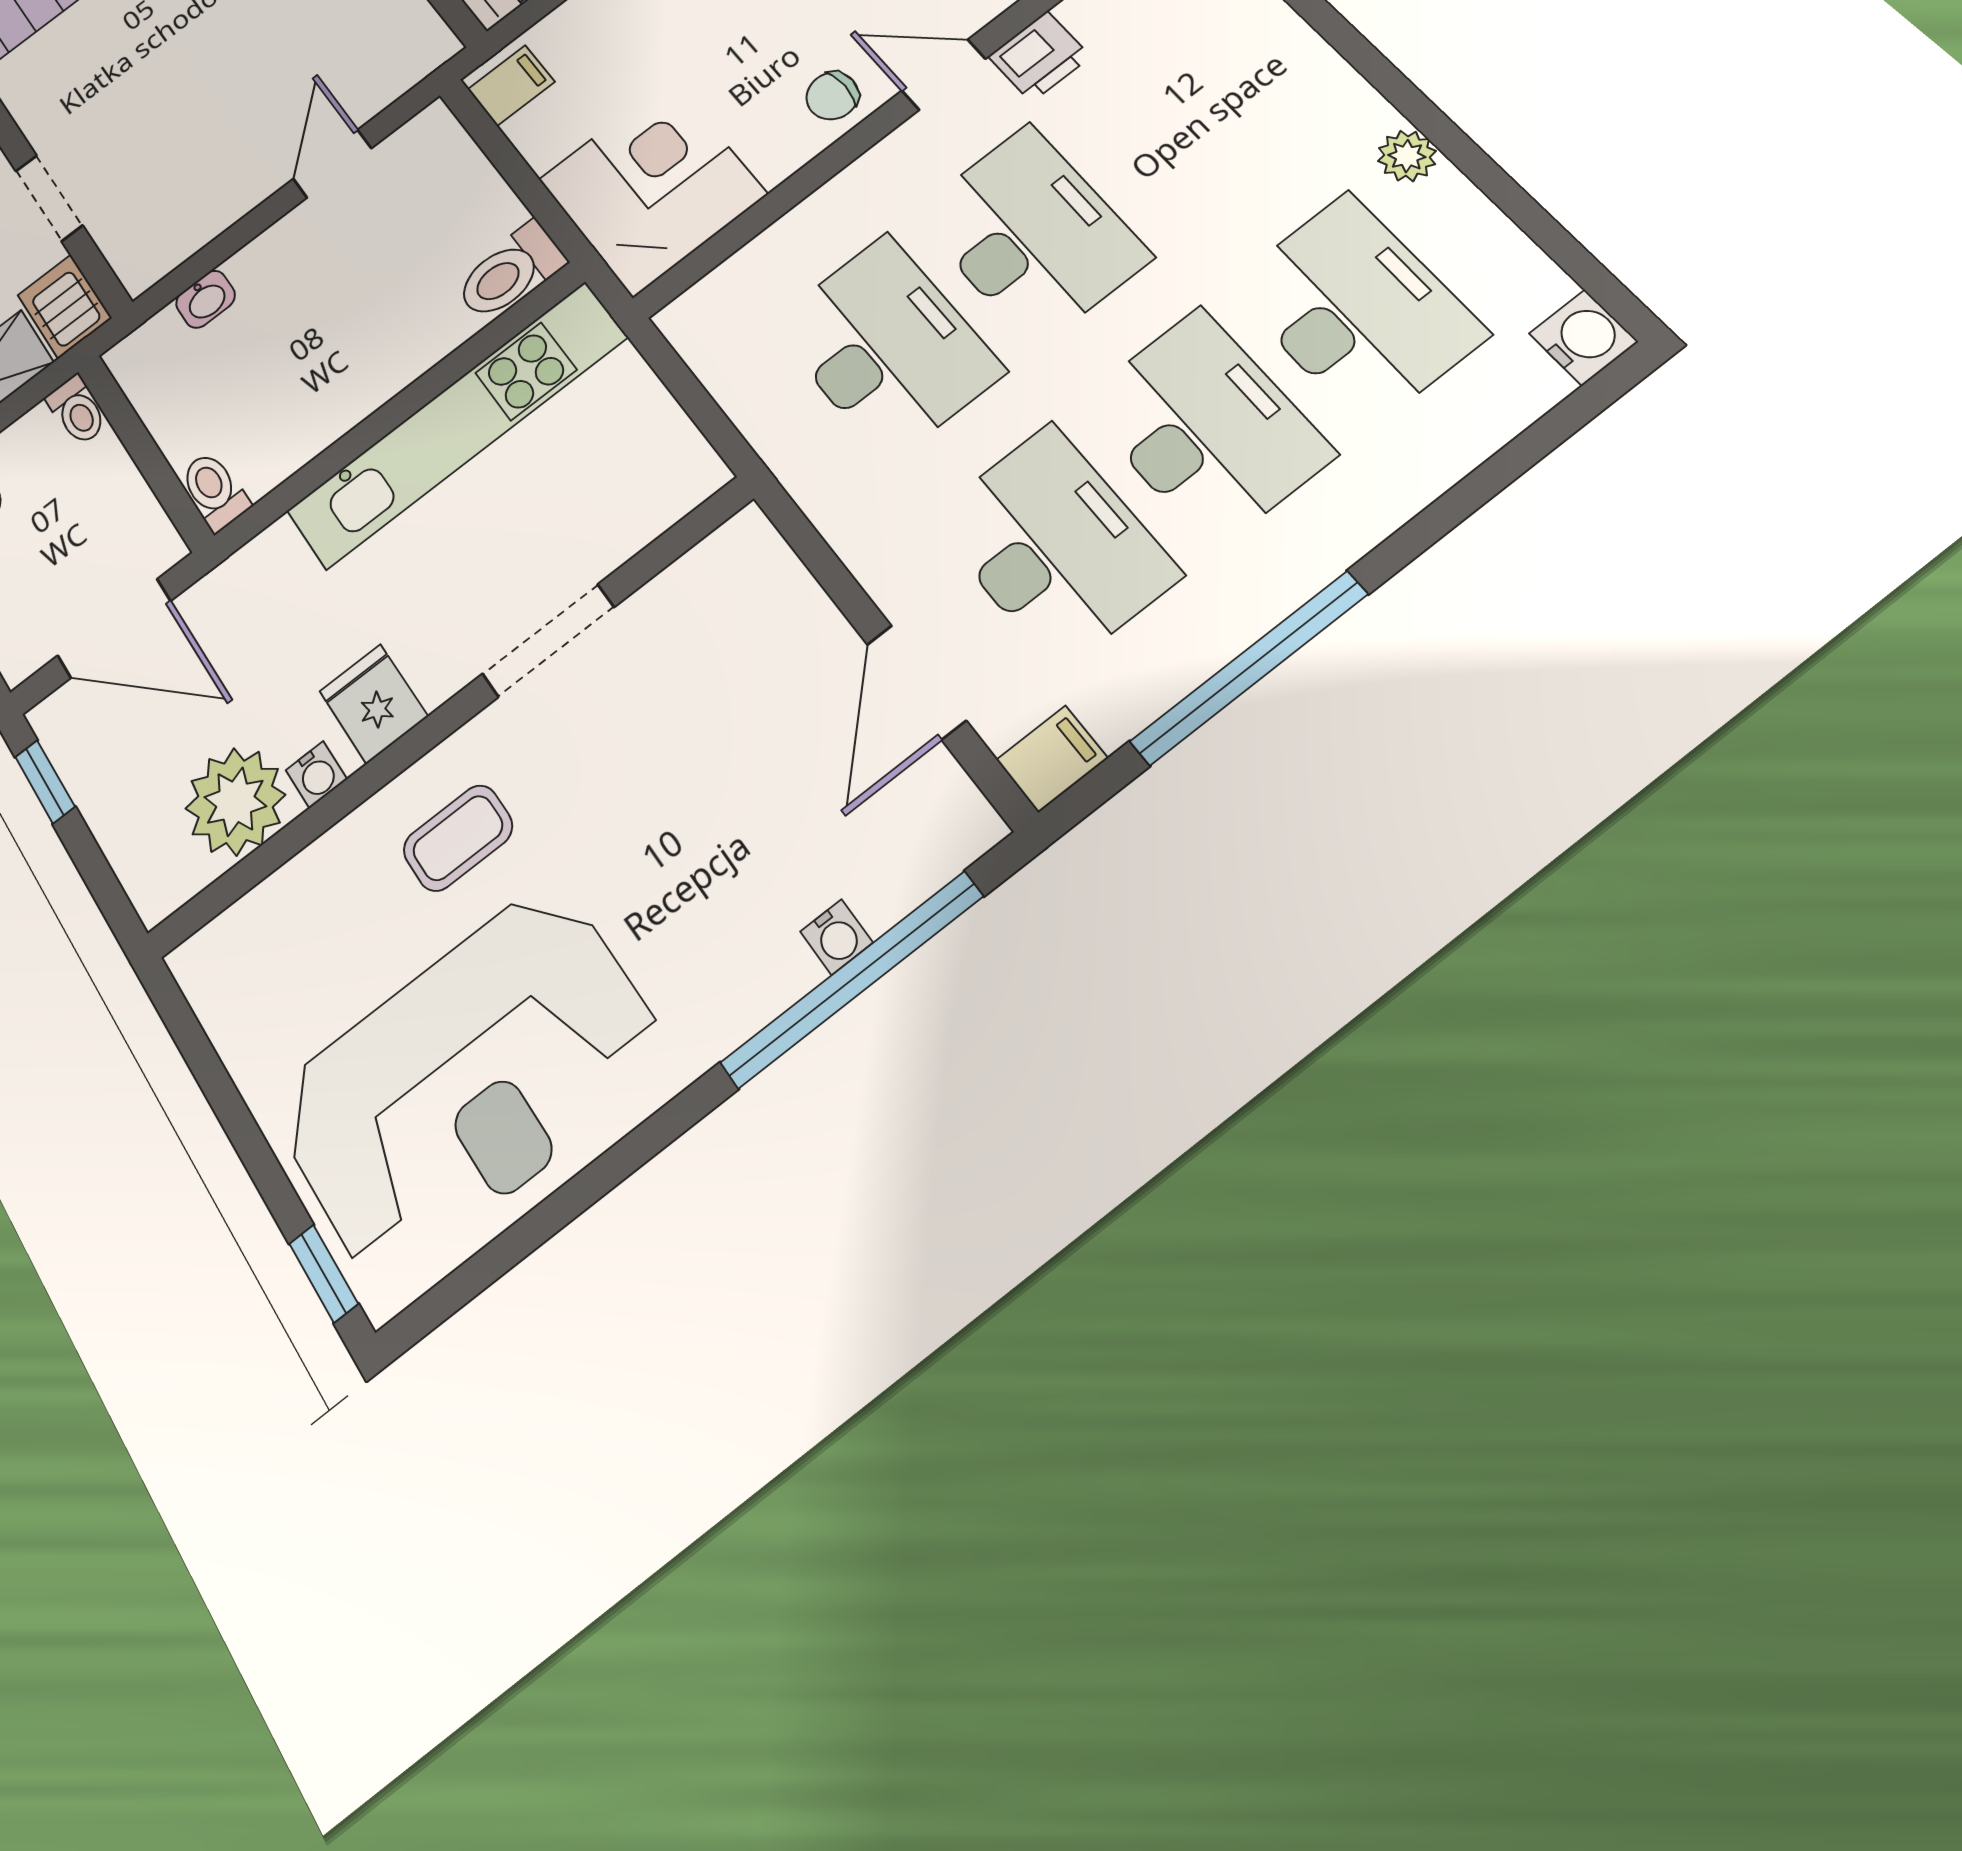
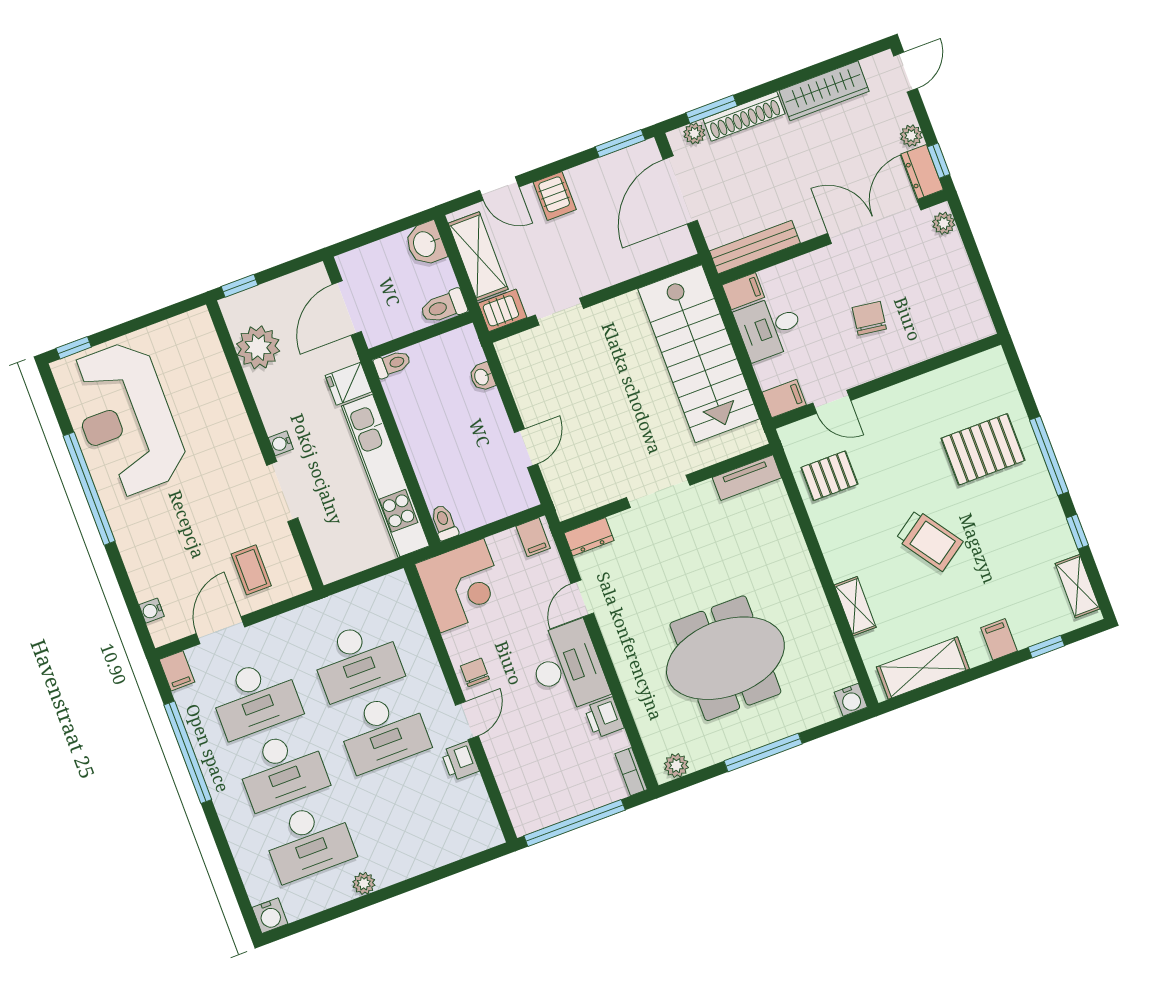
door: (332, 164) -> (526, 448), hinge flipped
toilet: (510, 272) -> (444, 522), width x0.73, depth x0.72
toilet: (77, 411) -> (444, 307), width x1.37, depth x1.39
door: (916, 682) -> (221, 630), hinge flipped
fridge: (373, 704) -> (349, 384), moved, turned 180
water cooler: (316, 775) -> (281, 443), moved
window: (45, 782) -> (239, 286), moved
coffee table: (458, 838) -> (251, 570), moved
water cooler: (836, 937) -> (152, 611), moved
window: (852, 979) -> (89, 489), moved

